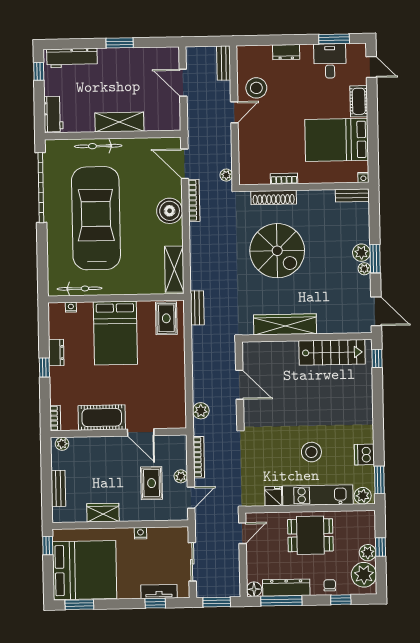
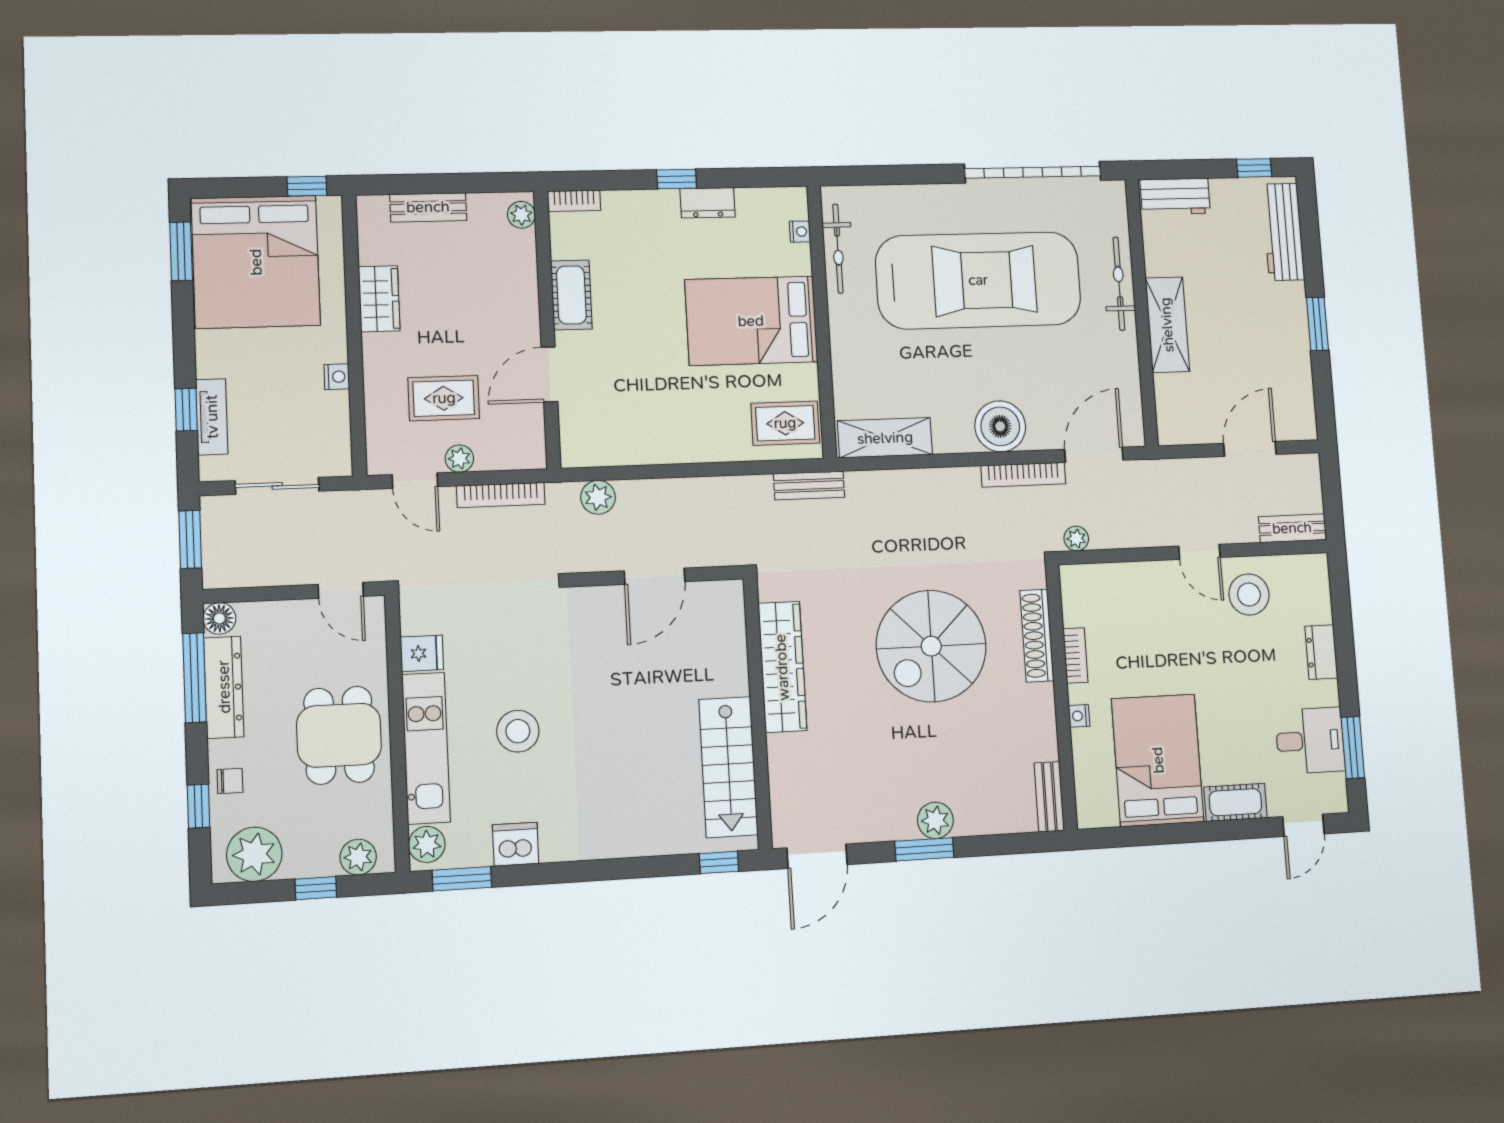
nightstand: (363, 177) -> (1079, 716), moved
plant: (364, 269) -> (903, 828), removed
cot: (102, 418) -> (571, 295), width x0.73, depth x0.75
plant: (368, 553) -> (358, 857), moved

